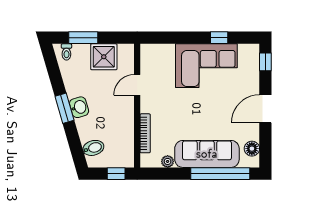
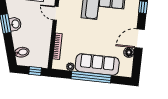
door: (137, 85) -> (56, 13), hinge flipped
floor lamp: (252, 149) -> (129, 52), moved
window: (220, 174) -> (91, 77), moved

